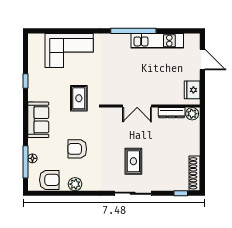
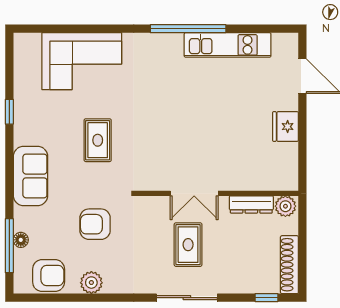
double door: (137, 106) -> (194, 193), moved
wall: (151, 106) -> (217, 193), moved
dresser: (172, 113) -> (251, 204), moved
plant: (192, 114) -> (285, 206), moved

